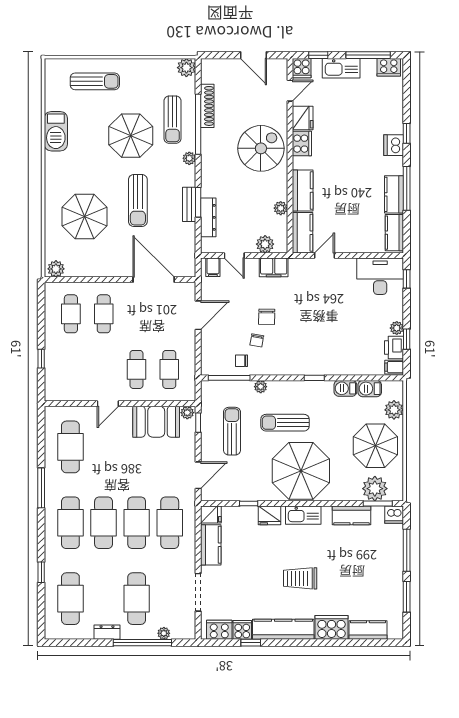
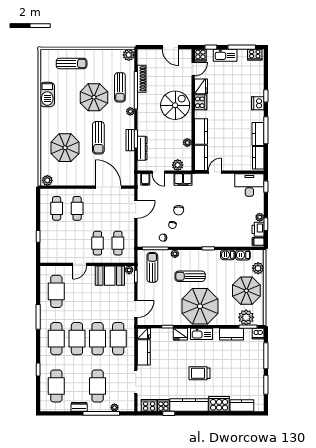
sun lounger: (232, 431) -> (152, 267), moved

